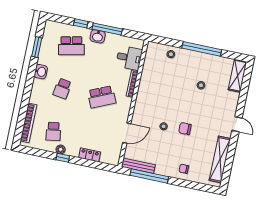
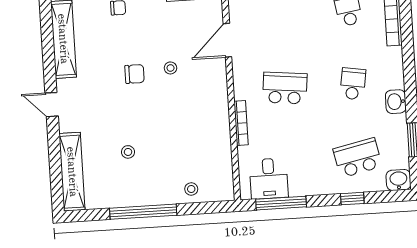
window: (107, 29) -> (281, 203), moved
washbasin: (98, 36) -> (399, 180), moved
desk: (129, 58) -> (269, 179), moved, turned -90
shelving: (237, 76) -> (72, 172), width x1.47
school desk: (102, 97) -> (285, 88), turned 30

